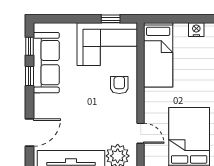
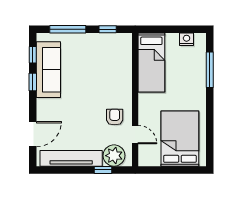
window: (67, 19) -> (68, 29), added
corner sofa: (107, 44) -> (105, 53), removed
armchair: (119, 85) -> (115, 117), moved

